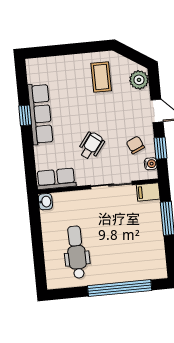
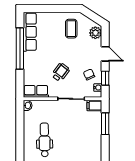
row of seats: (40, 114) -> (30, 32), moved
window: (25, 115) -> (20, 49), width x3.17

